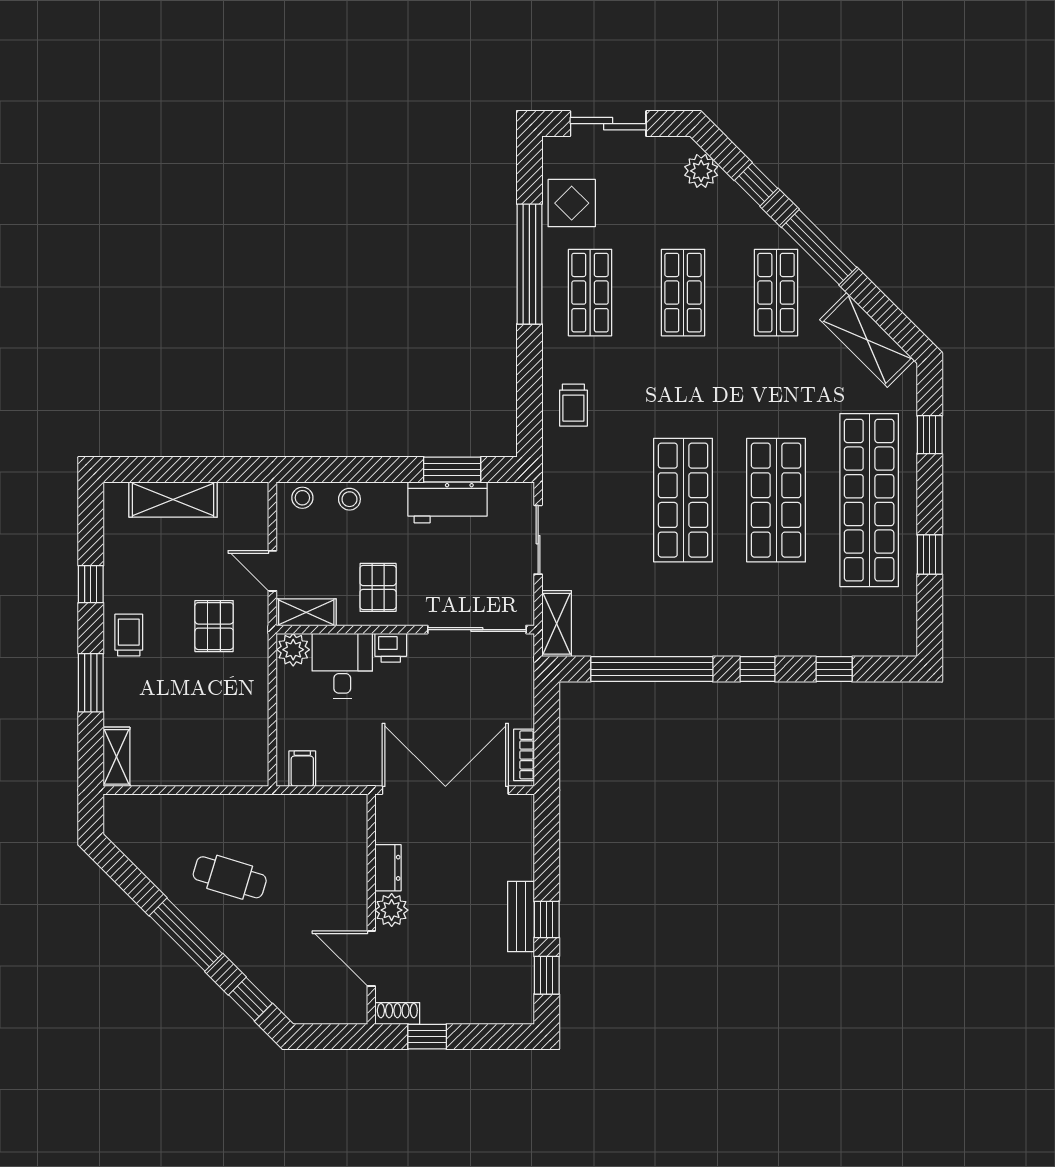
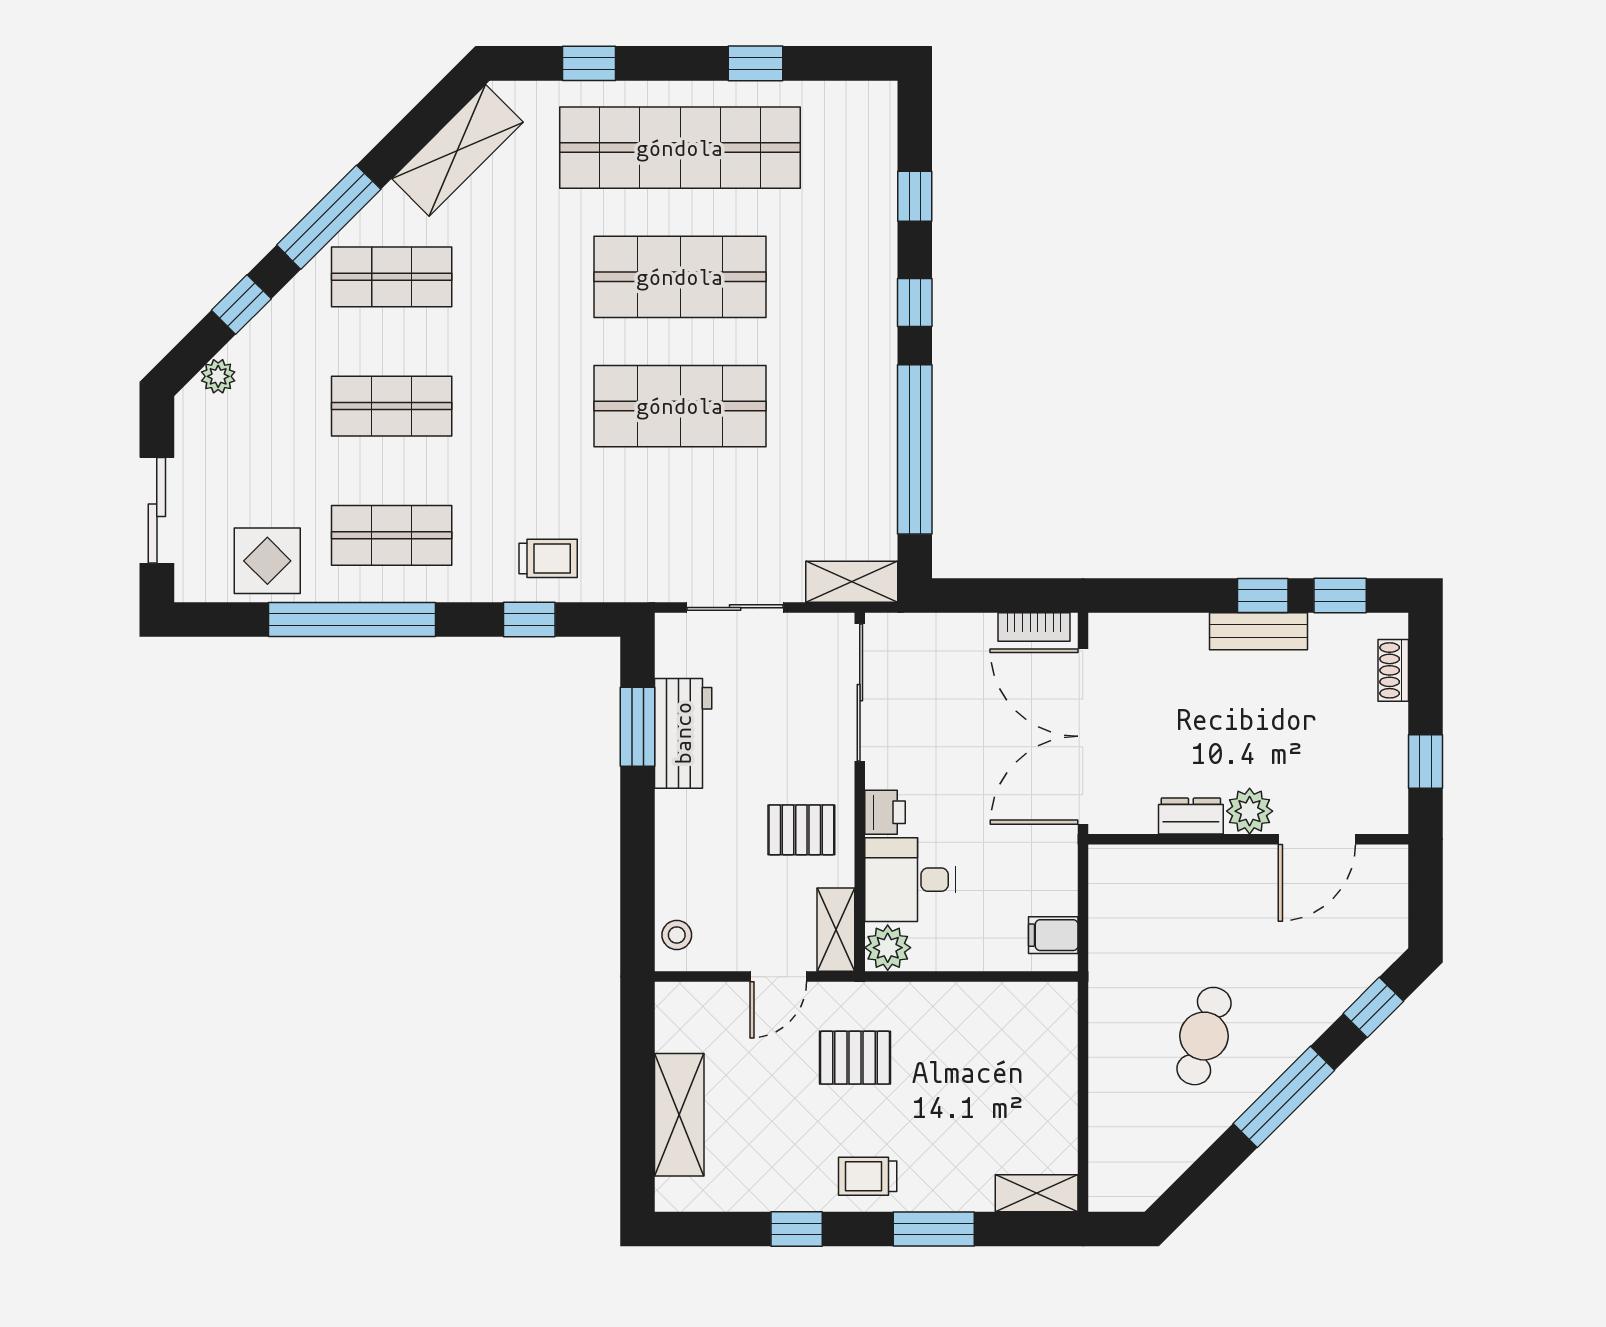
plant: (701, 171) -> (218, 376), width x0.73, depth x0.73
window: (529, 392) -> (529, 620), added
stool: (349, 499) -> (679, 870), removed
shoe rack: (397, 1013) -> (1393, 670), moved

